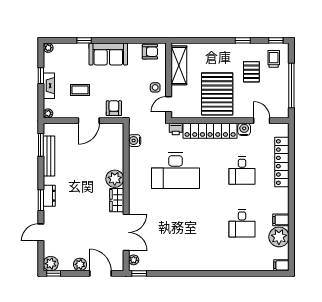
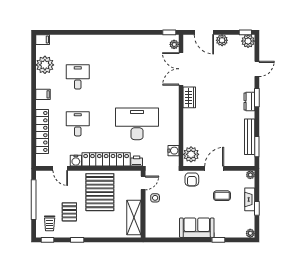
armchair: (150, 52) -> (160, 230), removed
plant: (115, 179) -> (191, 154), moved
filing cabinet: (281, 220) -> (43, 94), moved

